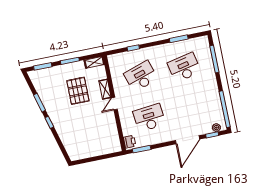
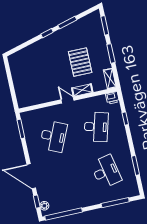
desk: (141, 76) -> (96, 127), turned 33
pallet: (78, 91) -> (80, 62), turned 90
desk: (149, 118) -> (53, 136), turned 30
printer: (130, 142) -> (112, 98), moved

